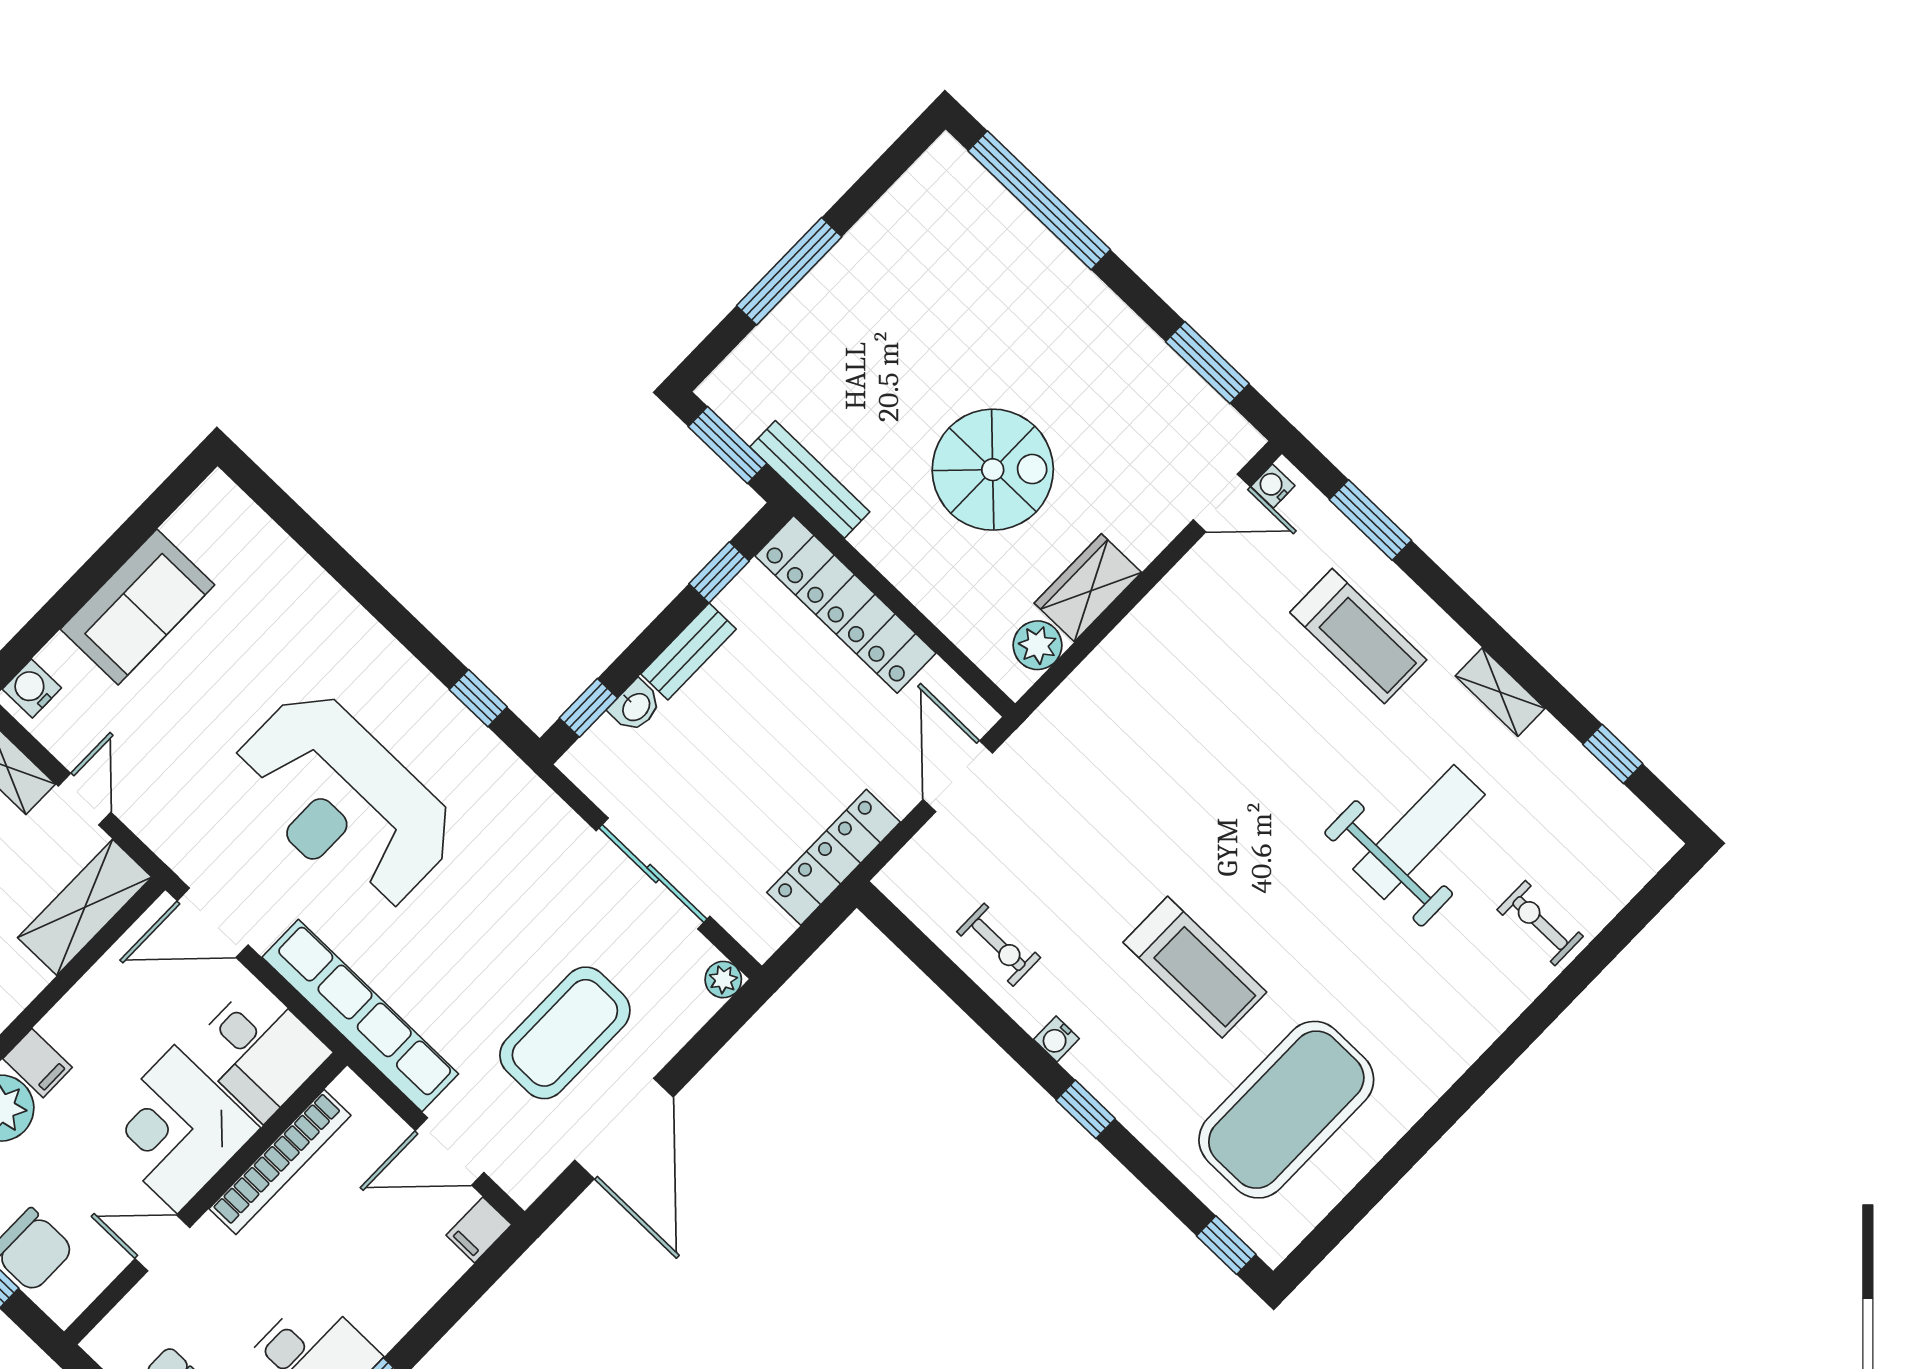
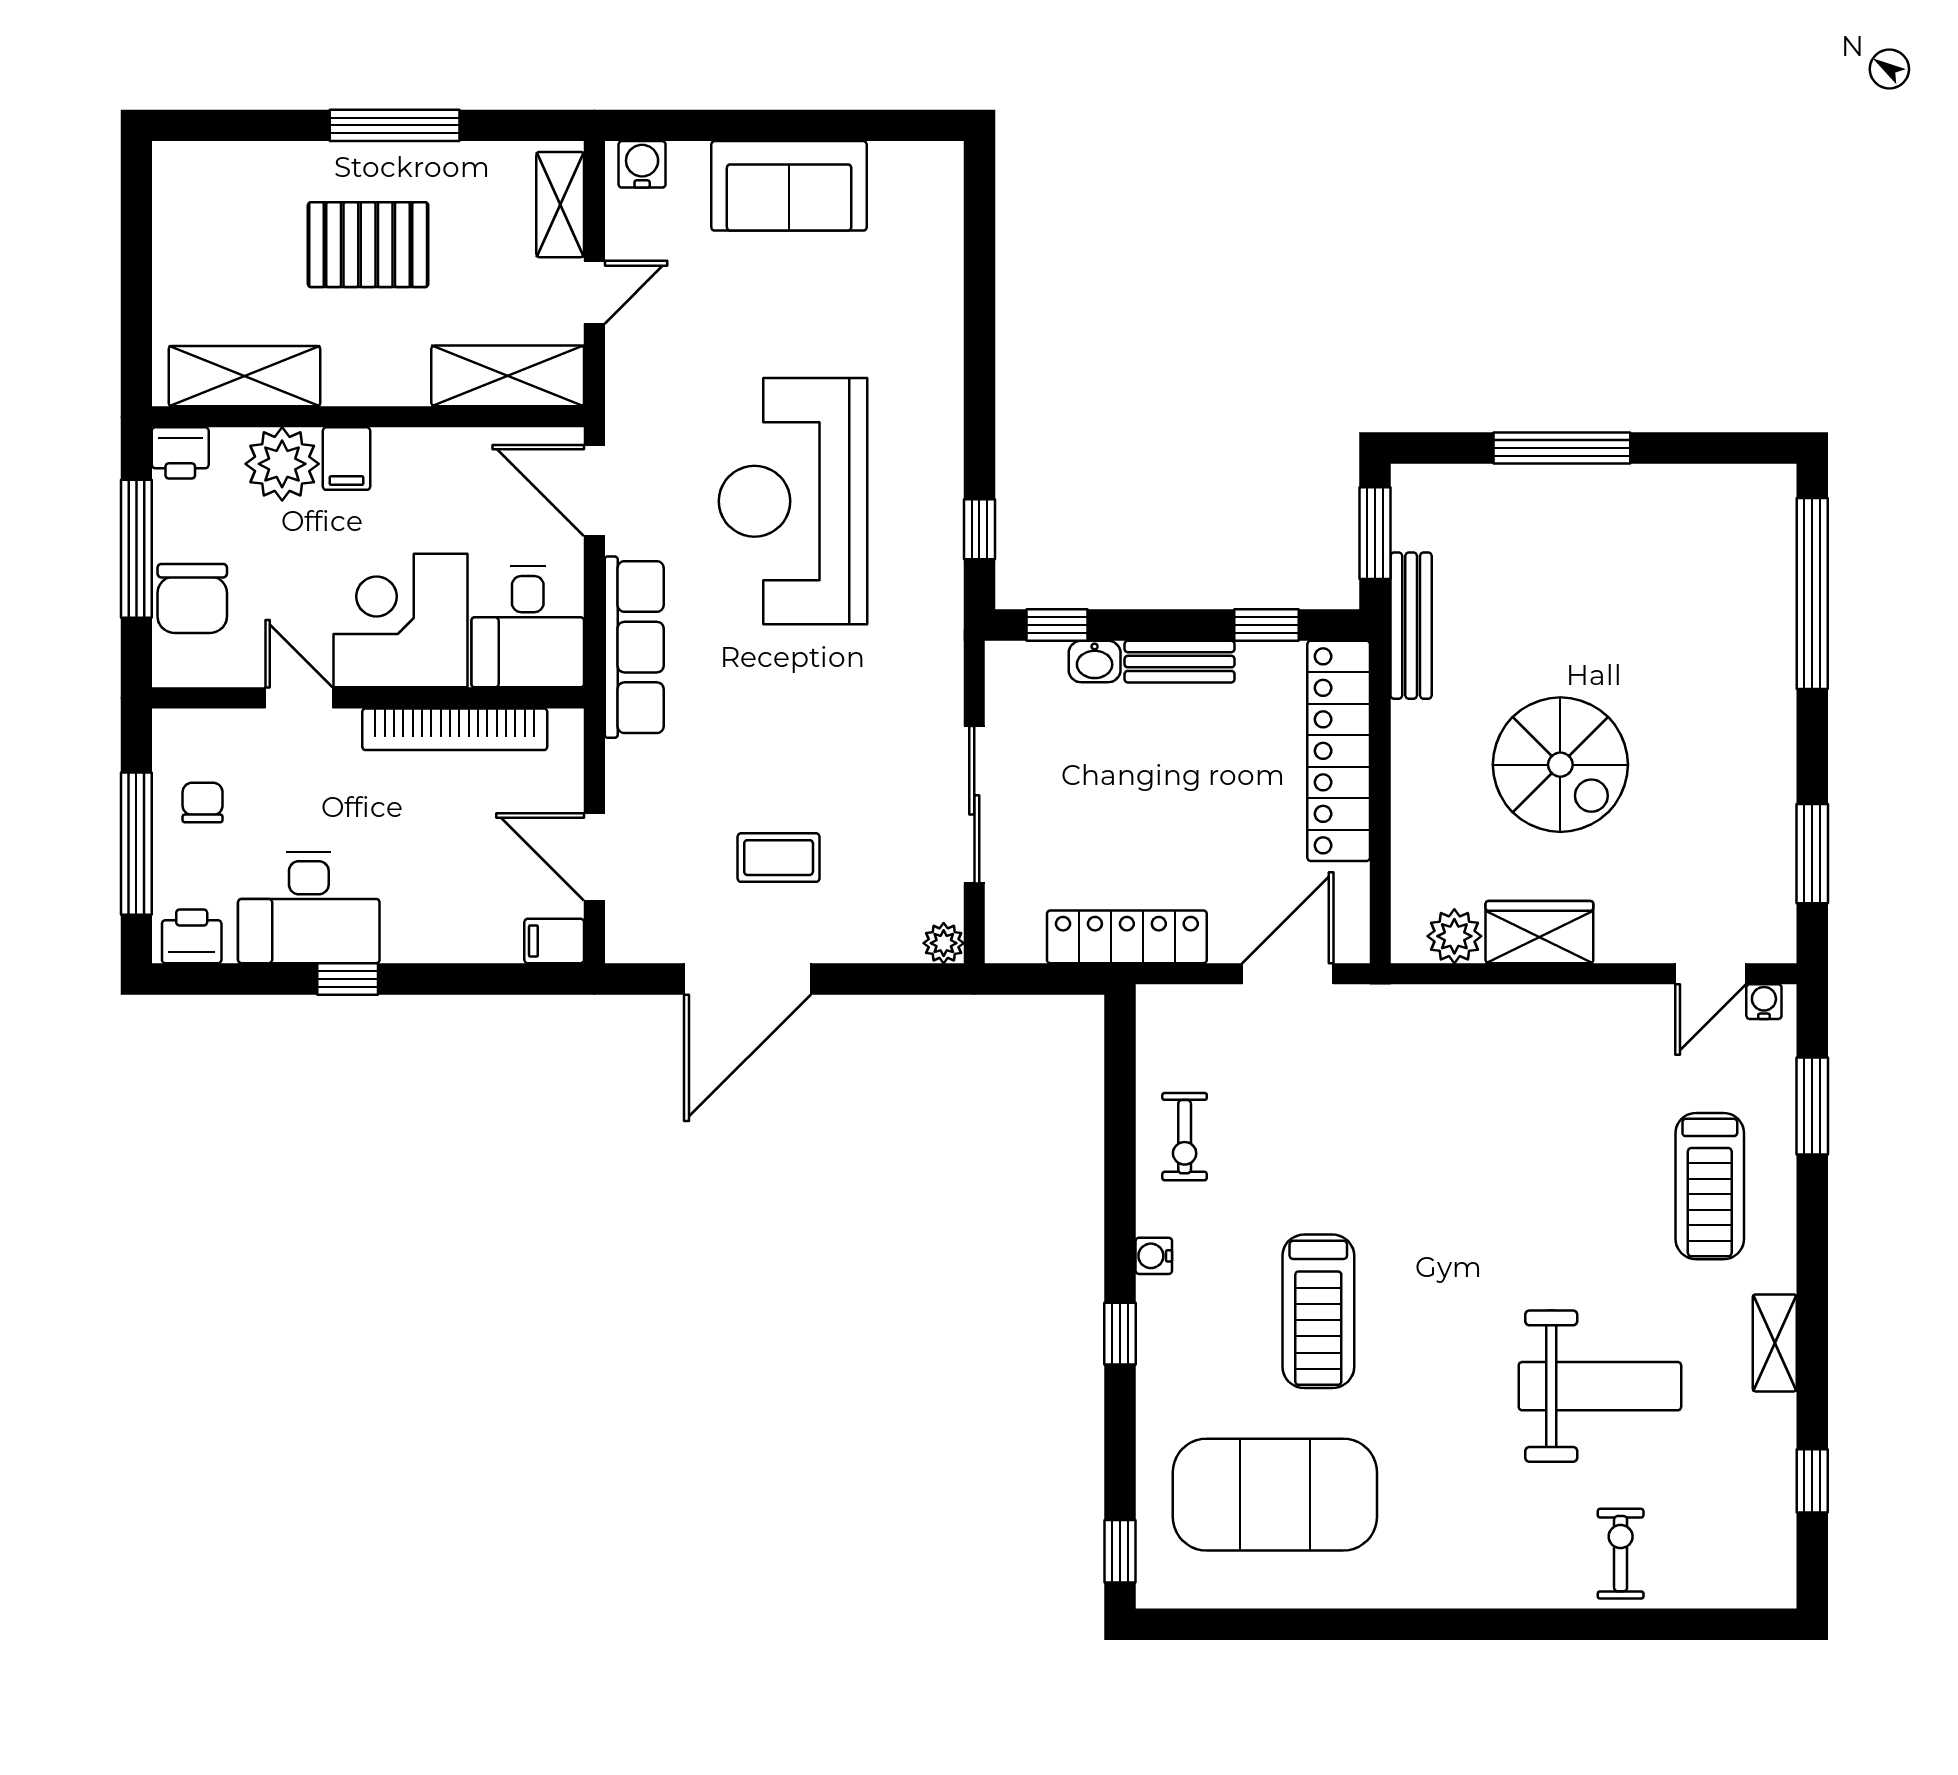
door: (1222, 503) -> (1711, 974), hinge flipped
row of seats: (360, 1016) -> (634, 647), width x0.73
coffee table: (565, 1033) -> (779, 858), width x0.54, depth x0.58

